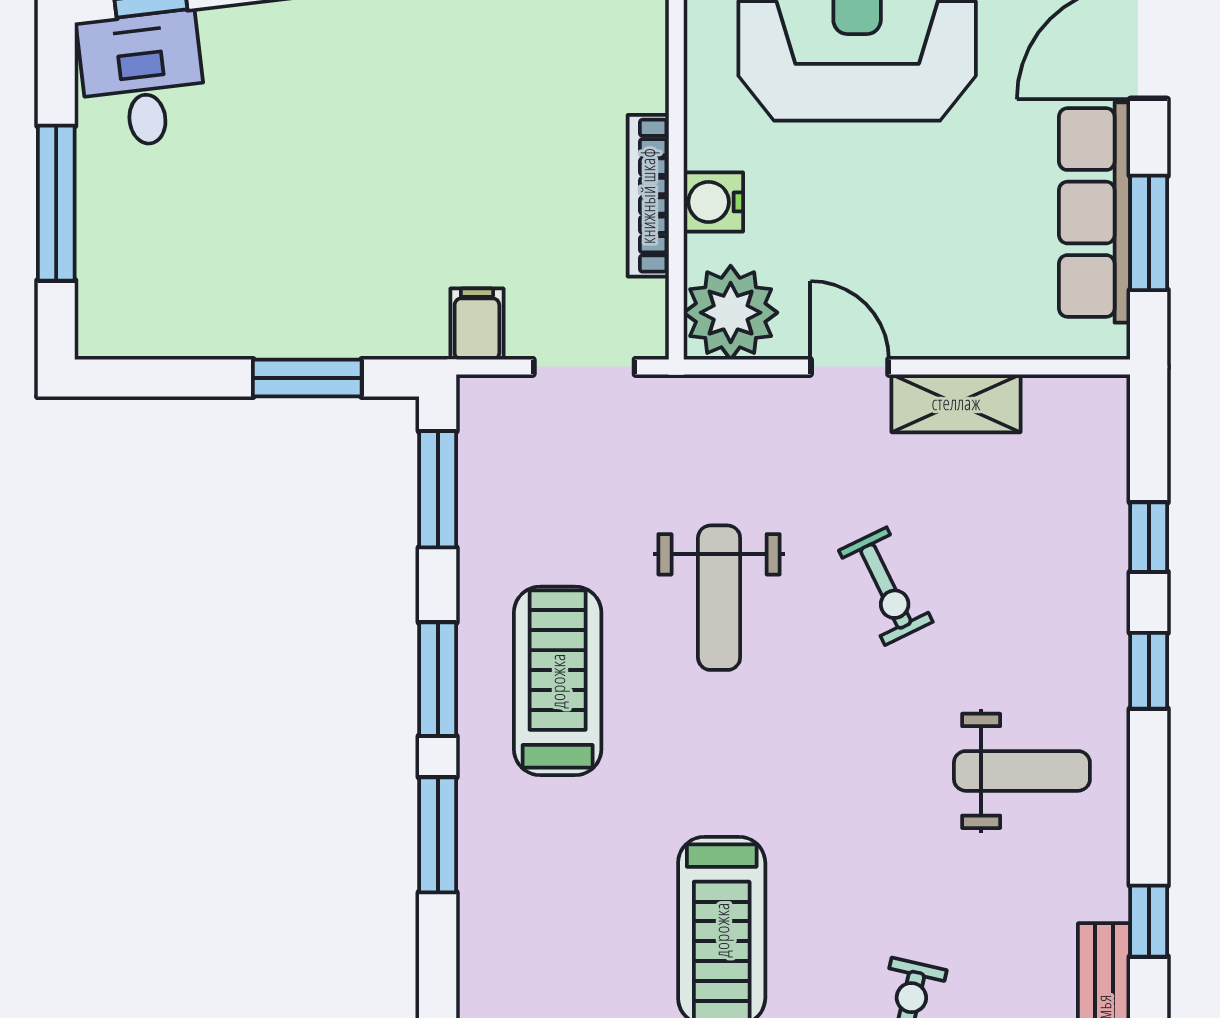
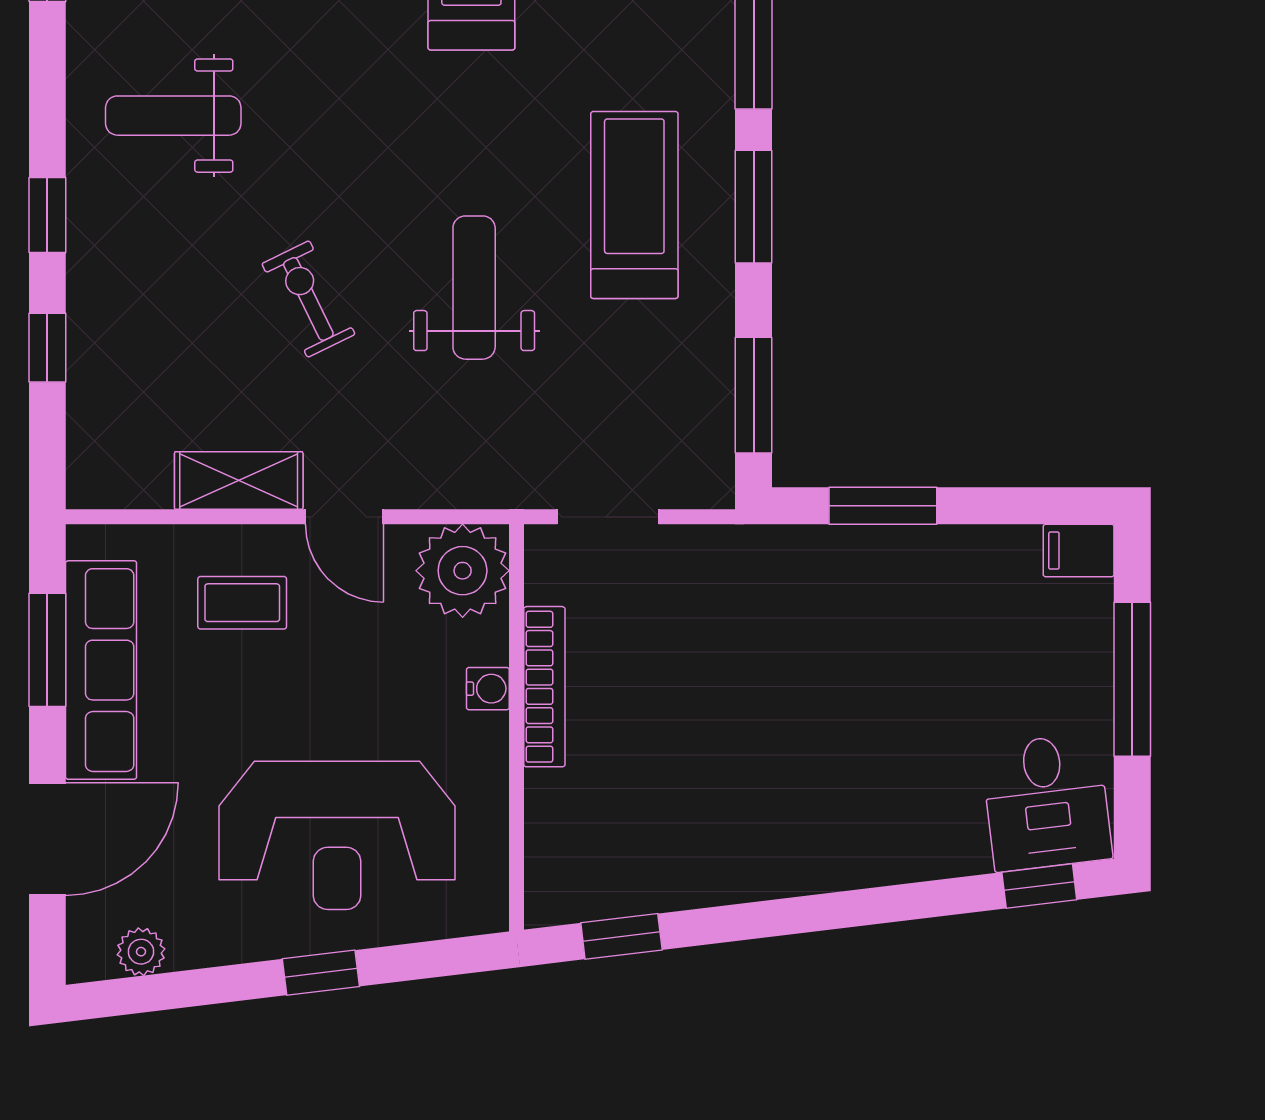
water cooler: (713, 202) -> (488, 689), width x0.72, depth x0.72
coffee table: (953, 280) -> (242, 603), added
filing cabinet: (477, 324) -> (1079, 551), moved, turned 90
treadmill: (558, 681) -> (634, 205), turned 180

